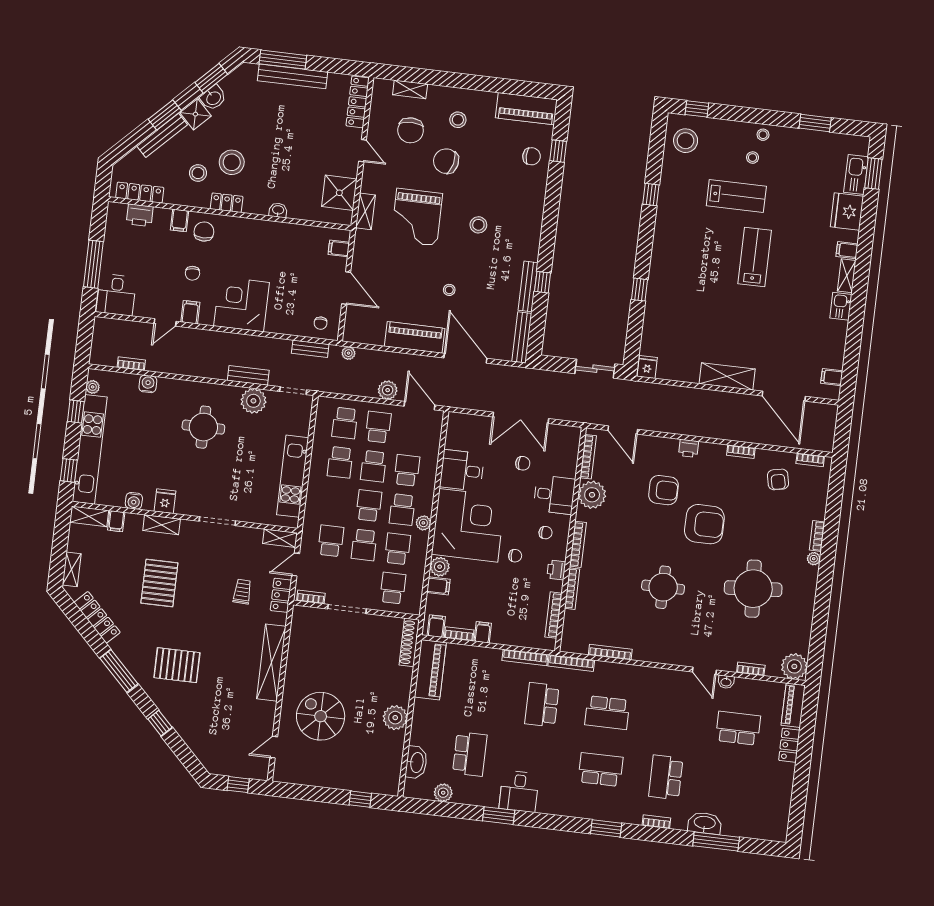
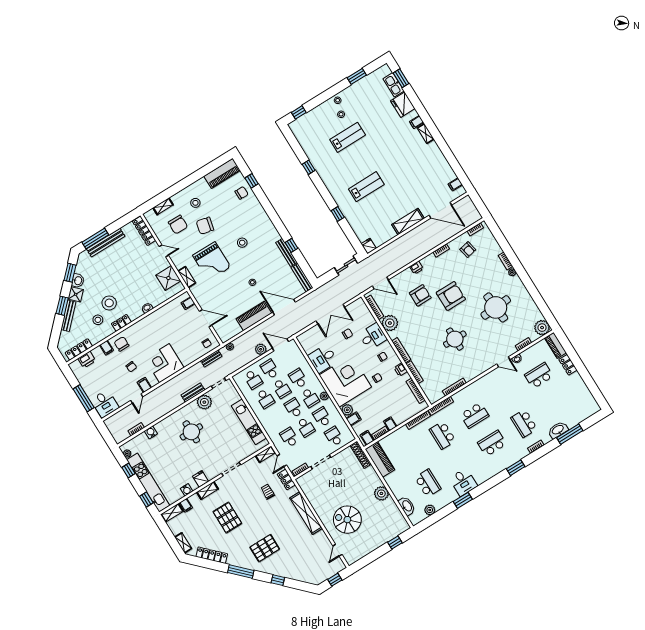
stool: (686, 141) -> (305, 131), removed
lab bench: (755, 257) -> (366, 187), moved, turned 90
kitchen sink: (841, 306) -> (434, 149), removed

